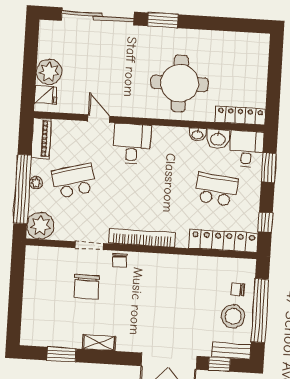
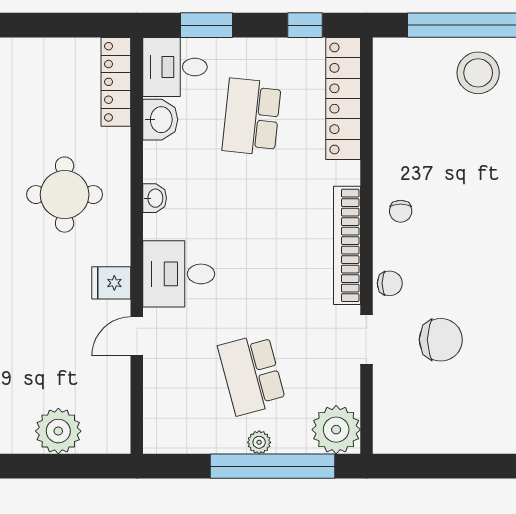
round table: (180, 83) -> (65, 195), width x0.73, depth x0.73
fridge: (46, 95) -> (111, 283), moved, turned -90
washbasin: (197, 134) -> (155, 198), moved
piano: (41, 138) -> (179, 438), removed
chair: (238, 290) -> (401, 211), moved

